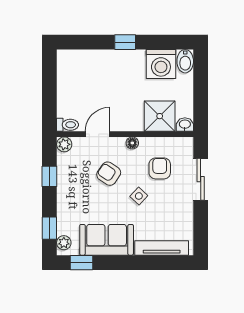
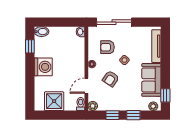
window: (125, 42) -> (30, 46), moved
washing machine: (161, 64) -> (43, 67), moved
shower: (160, 116) -> (54, 101), moved
door: (97, 134) -> (86, 86), hinge flipped
sliding door: (201, 179) -> (114, 22), width x1.37
window: (49, 228) -> (133, 115), moved

